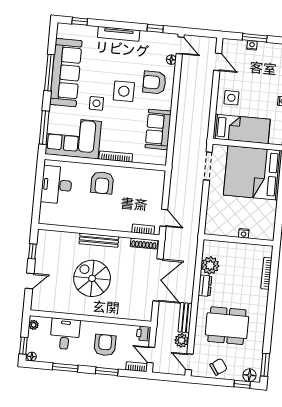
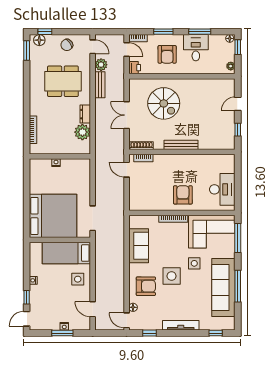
spiral stairs: (92, 278) -> (164, 103), moved
double door: (158, 280) -> (127, 115), width x0.73
desk: (65, 334) -> (196, 48), moved, turned 180

